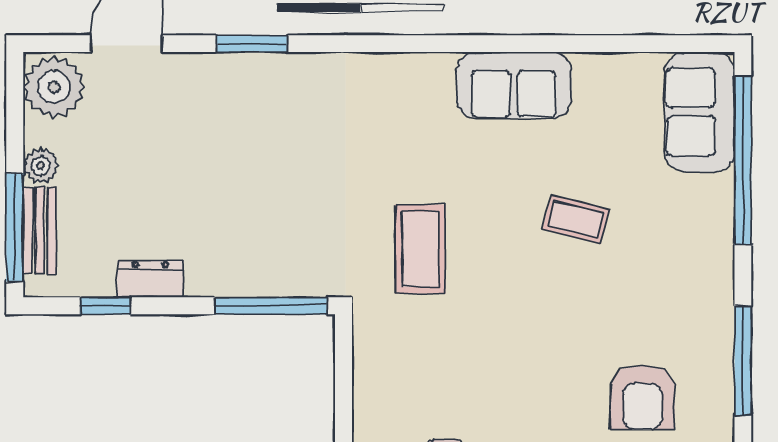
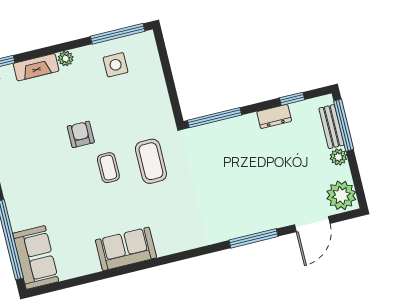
window: (252, 44) -> (254, 238), width x1.44
coffee table: (576, 220) -> (108, 168), moved, turned 76
armchair: (642, 397) -> (81, 134), moved, width x0.72, depth x0.72

